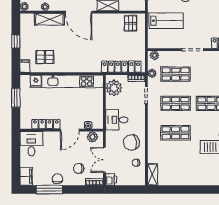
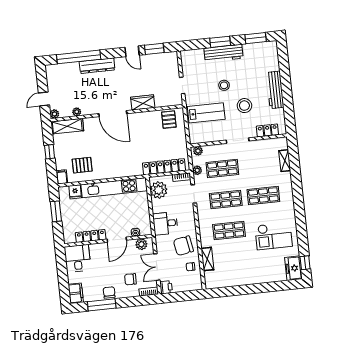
stool: (202, 18) -> (244, 106), added
shelving: (49, 19) -> (67, 126), moved
shelving: (152, 174) -> (207, 259), moved

